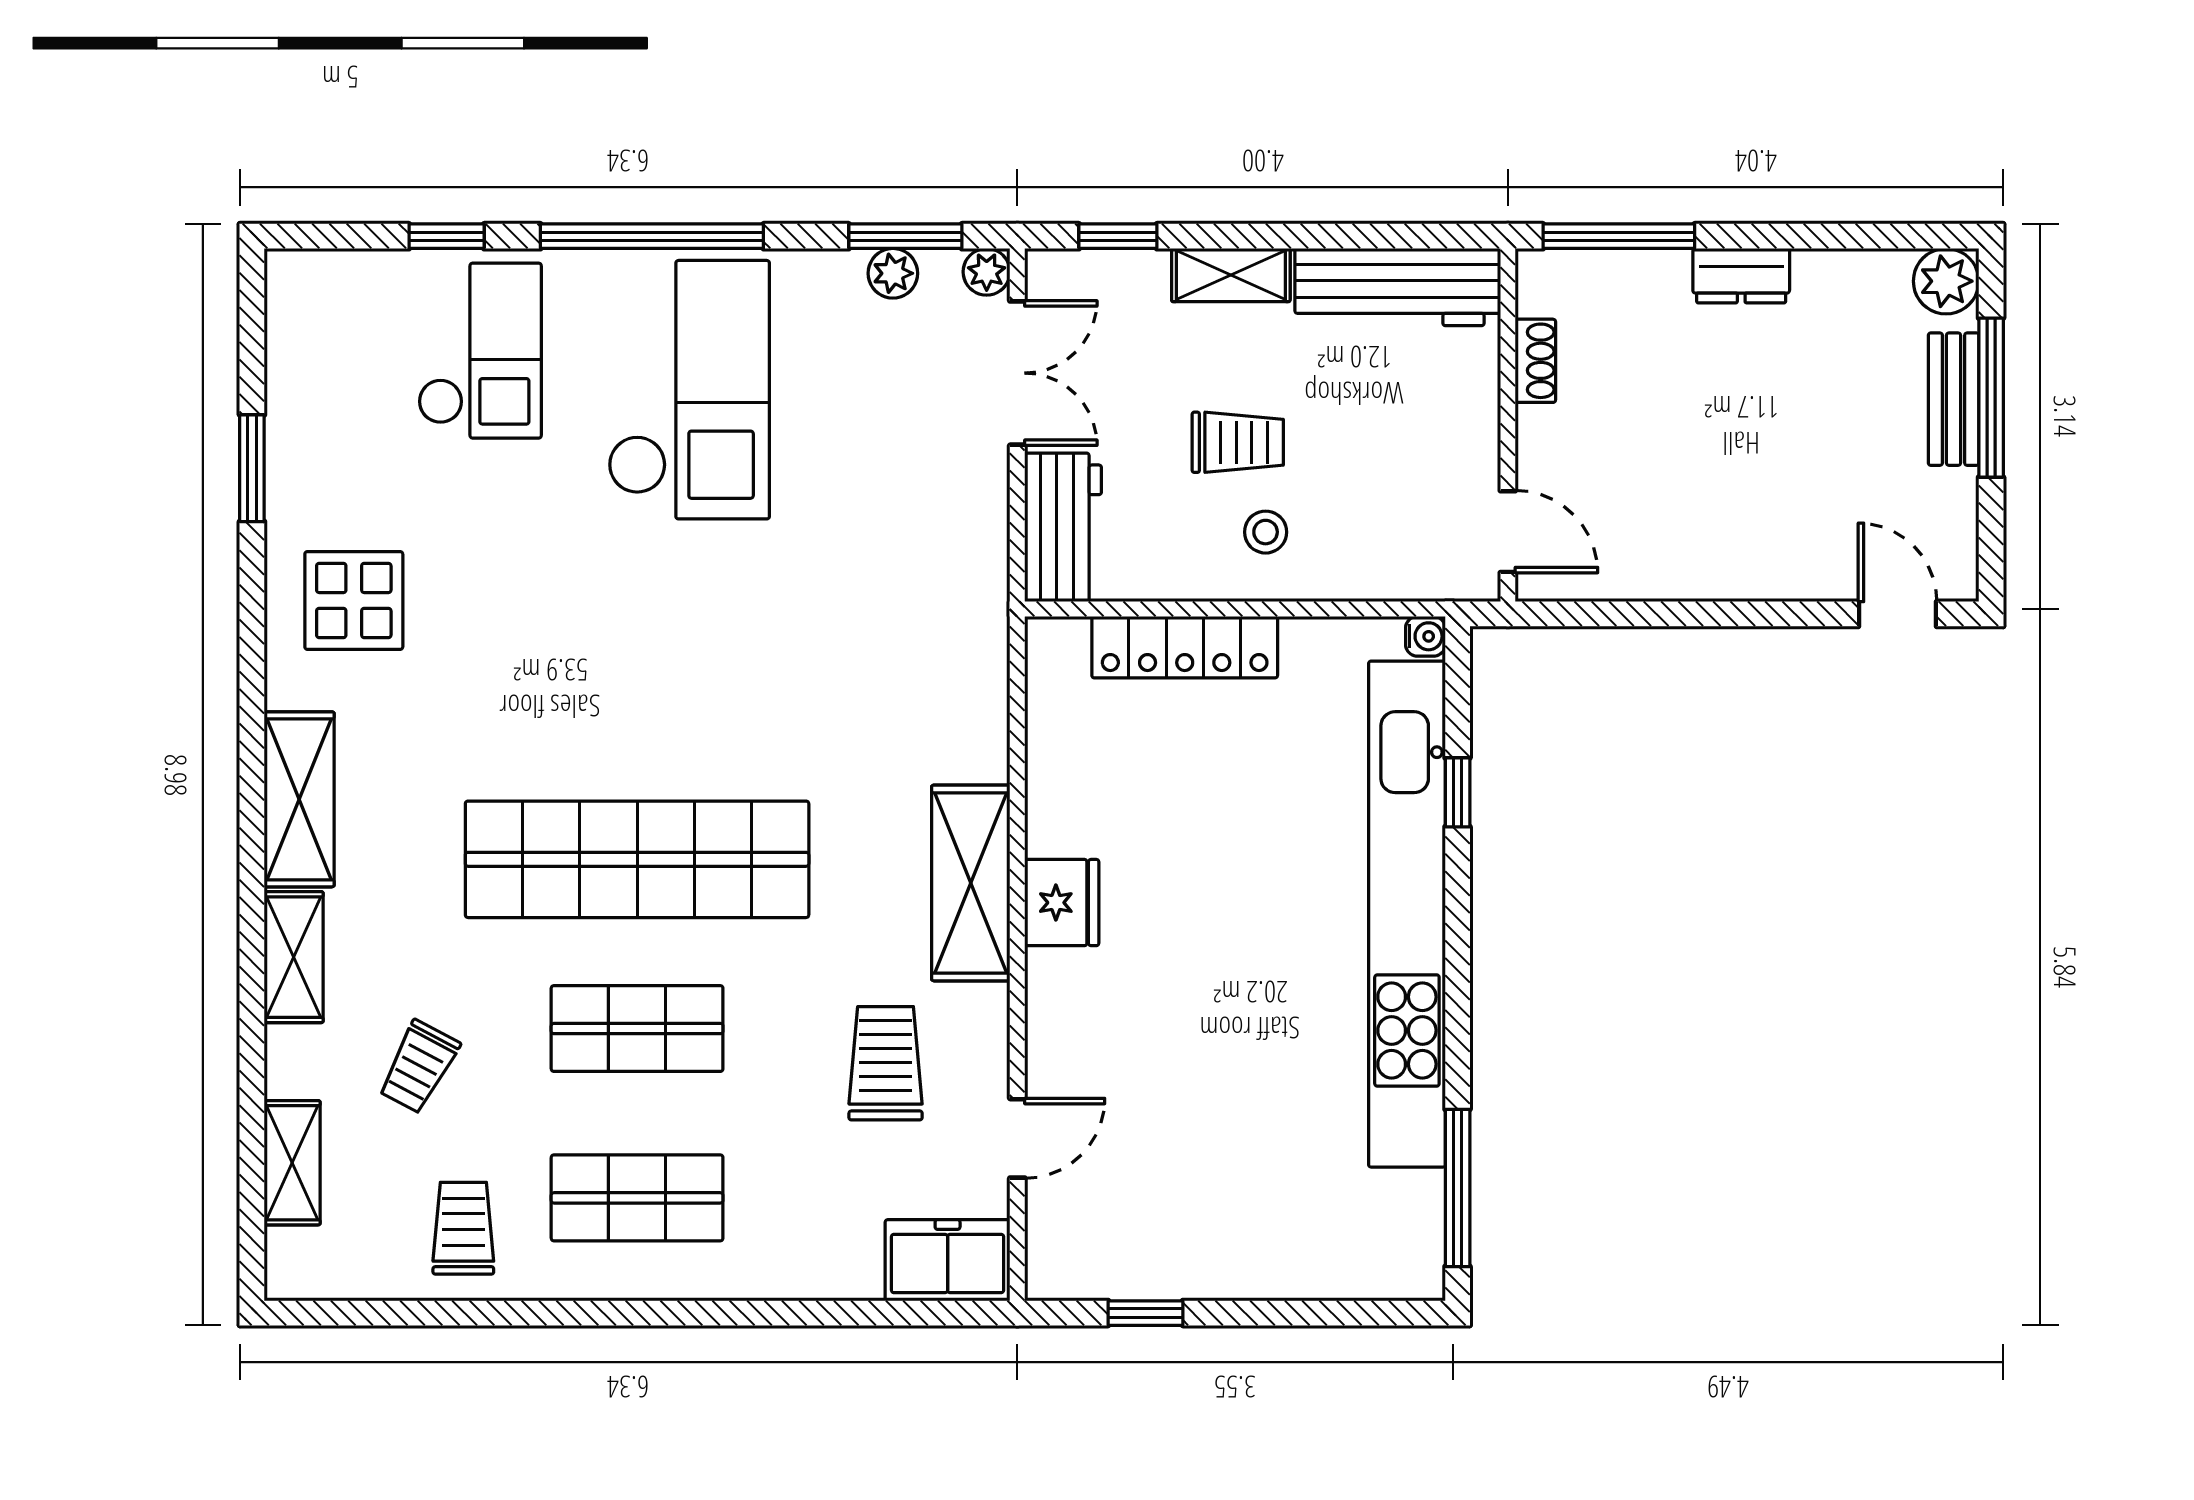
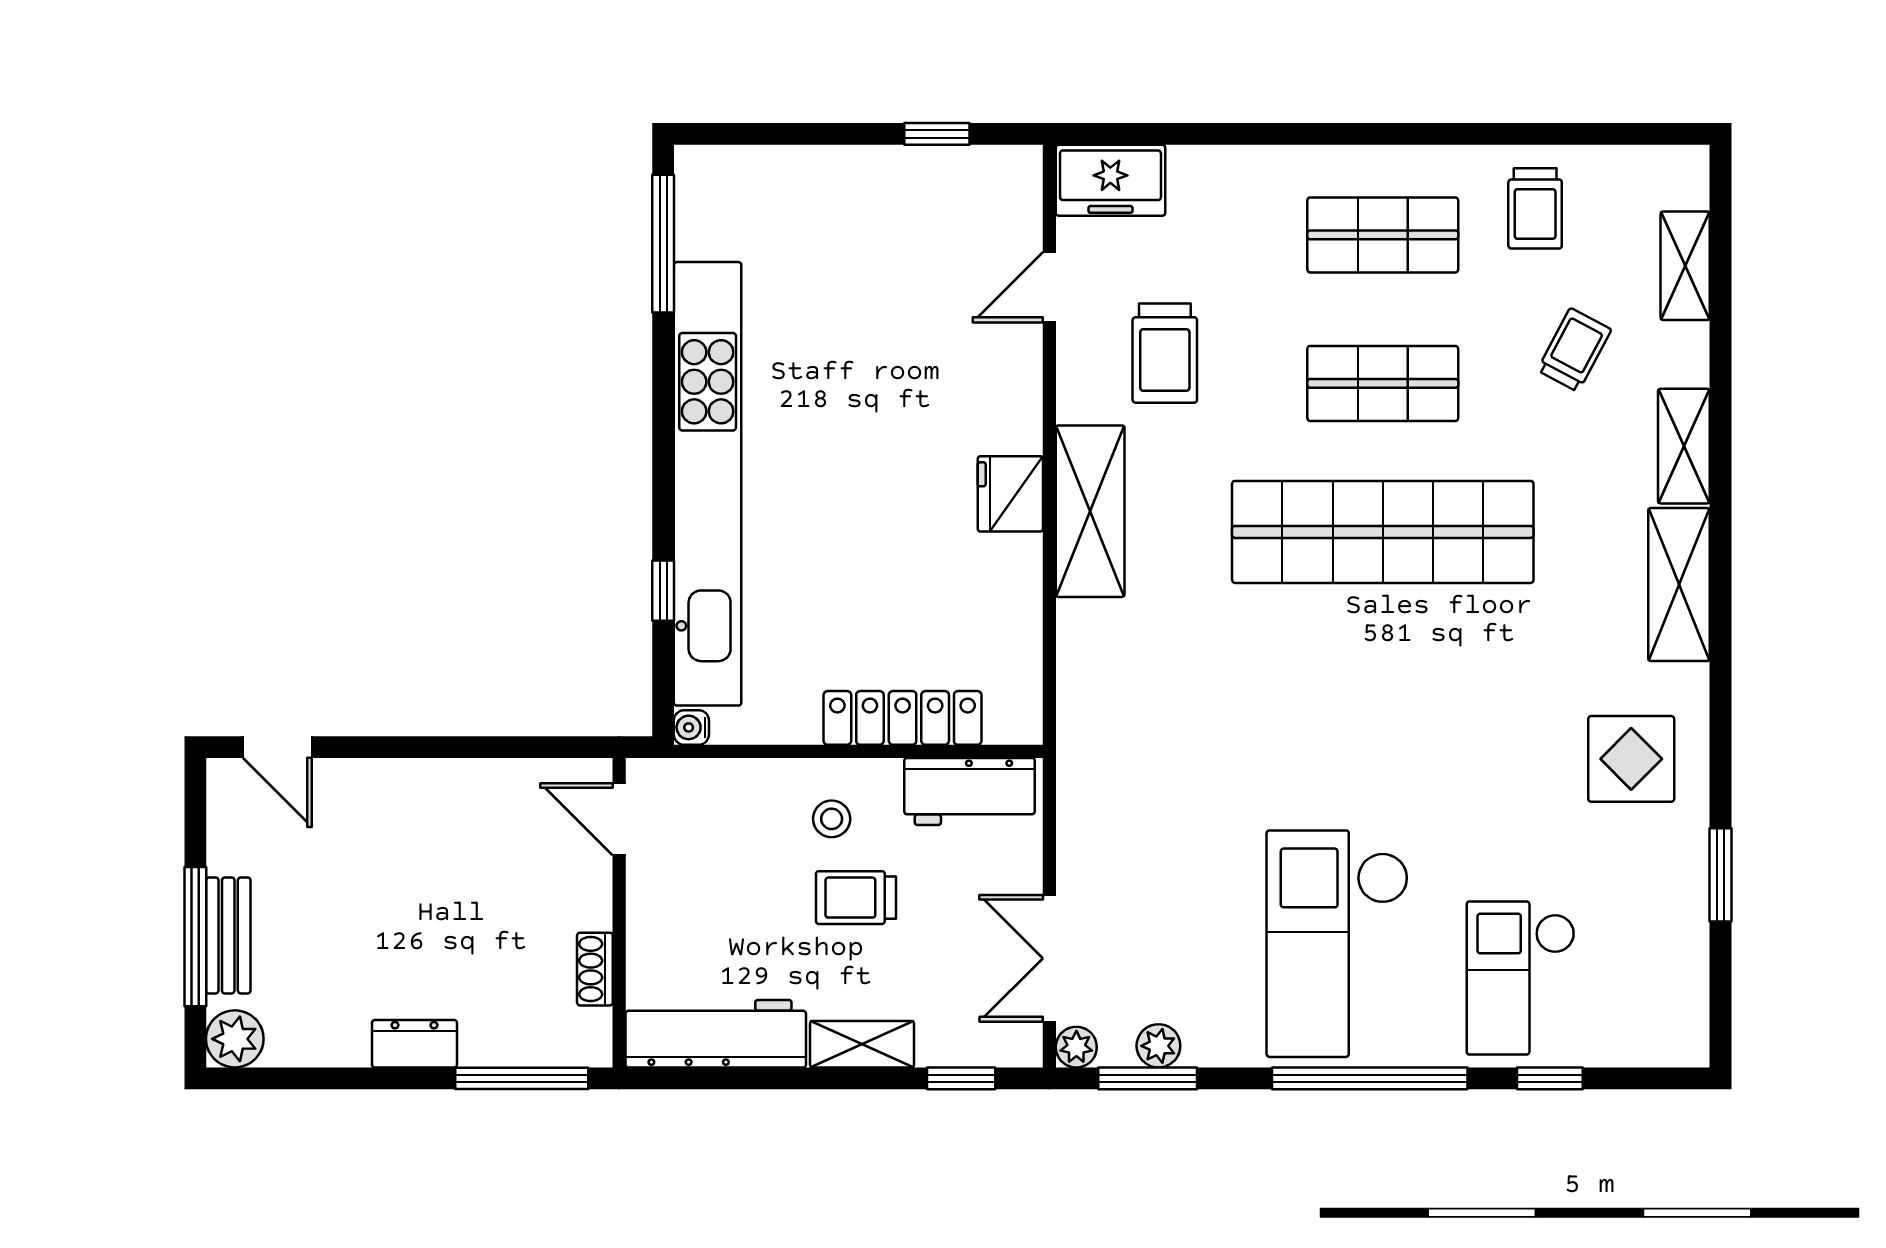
workbench: (1063, 527) -> (970, 791), moved, turned -90

